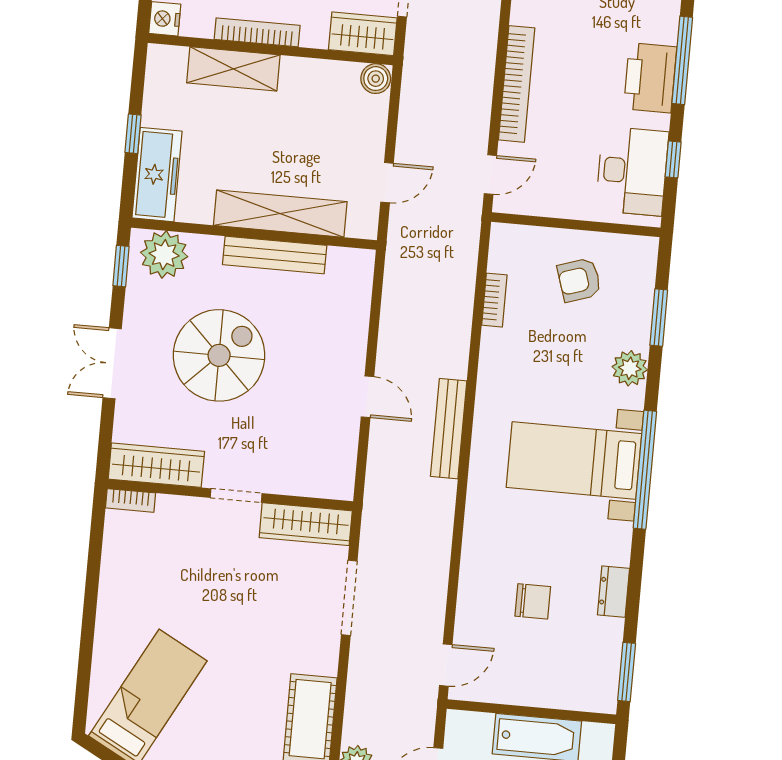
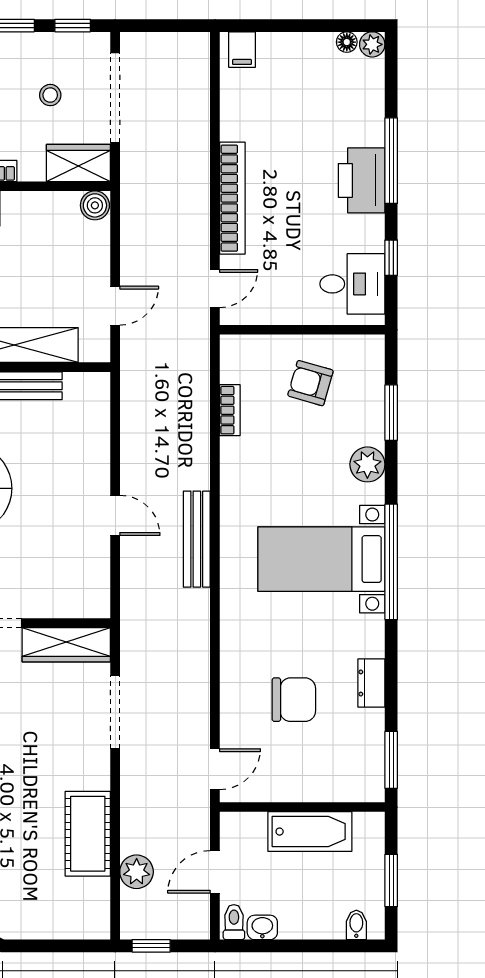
desk: (632, 171) -> (352, 284), width x0.73
armchair: (579, 280) -> (310, 383), turned 34
chair: (533, 601) -> (294, 700), width x1.37, depth x1.37

